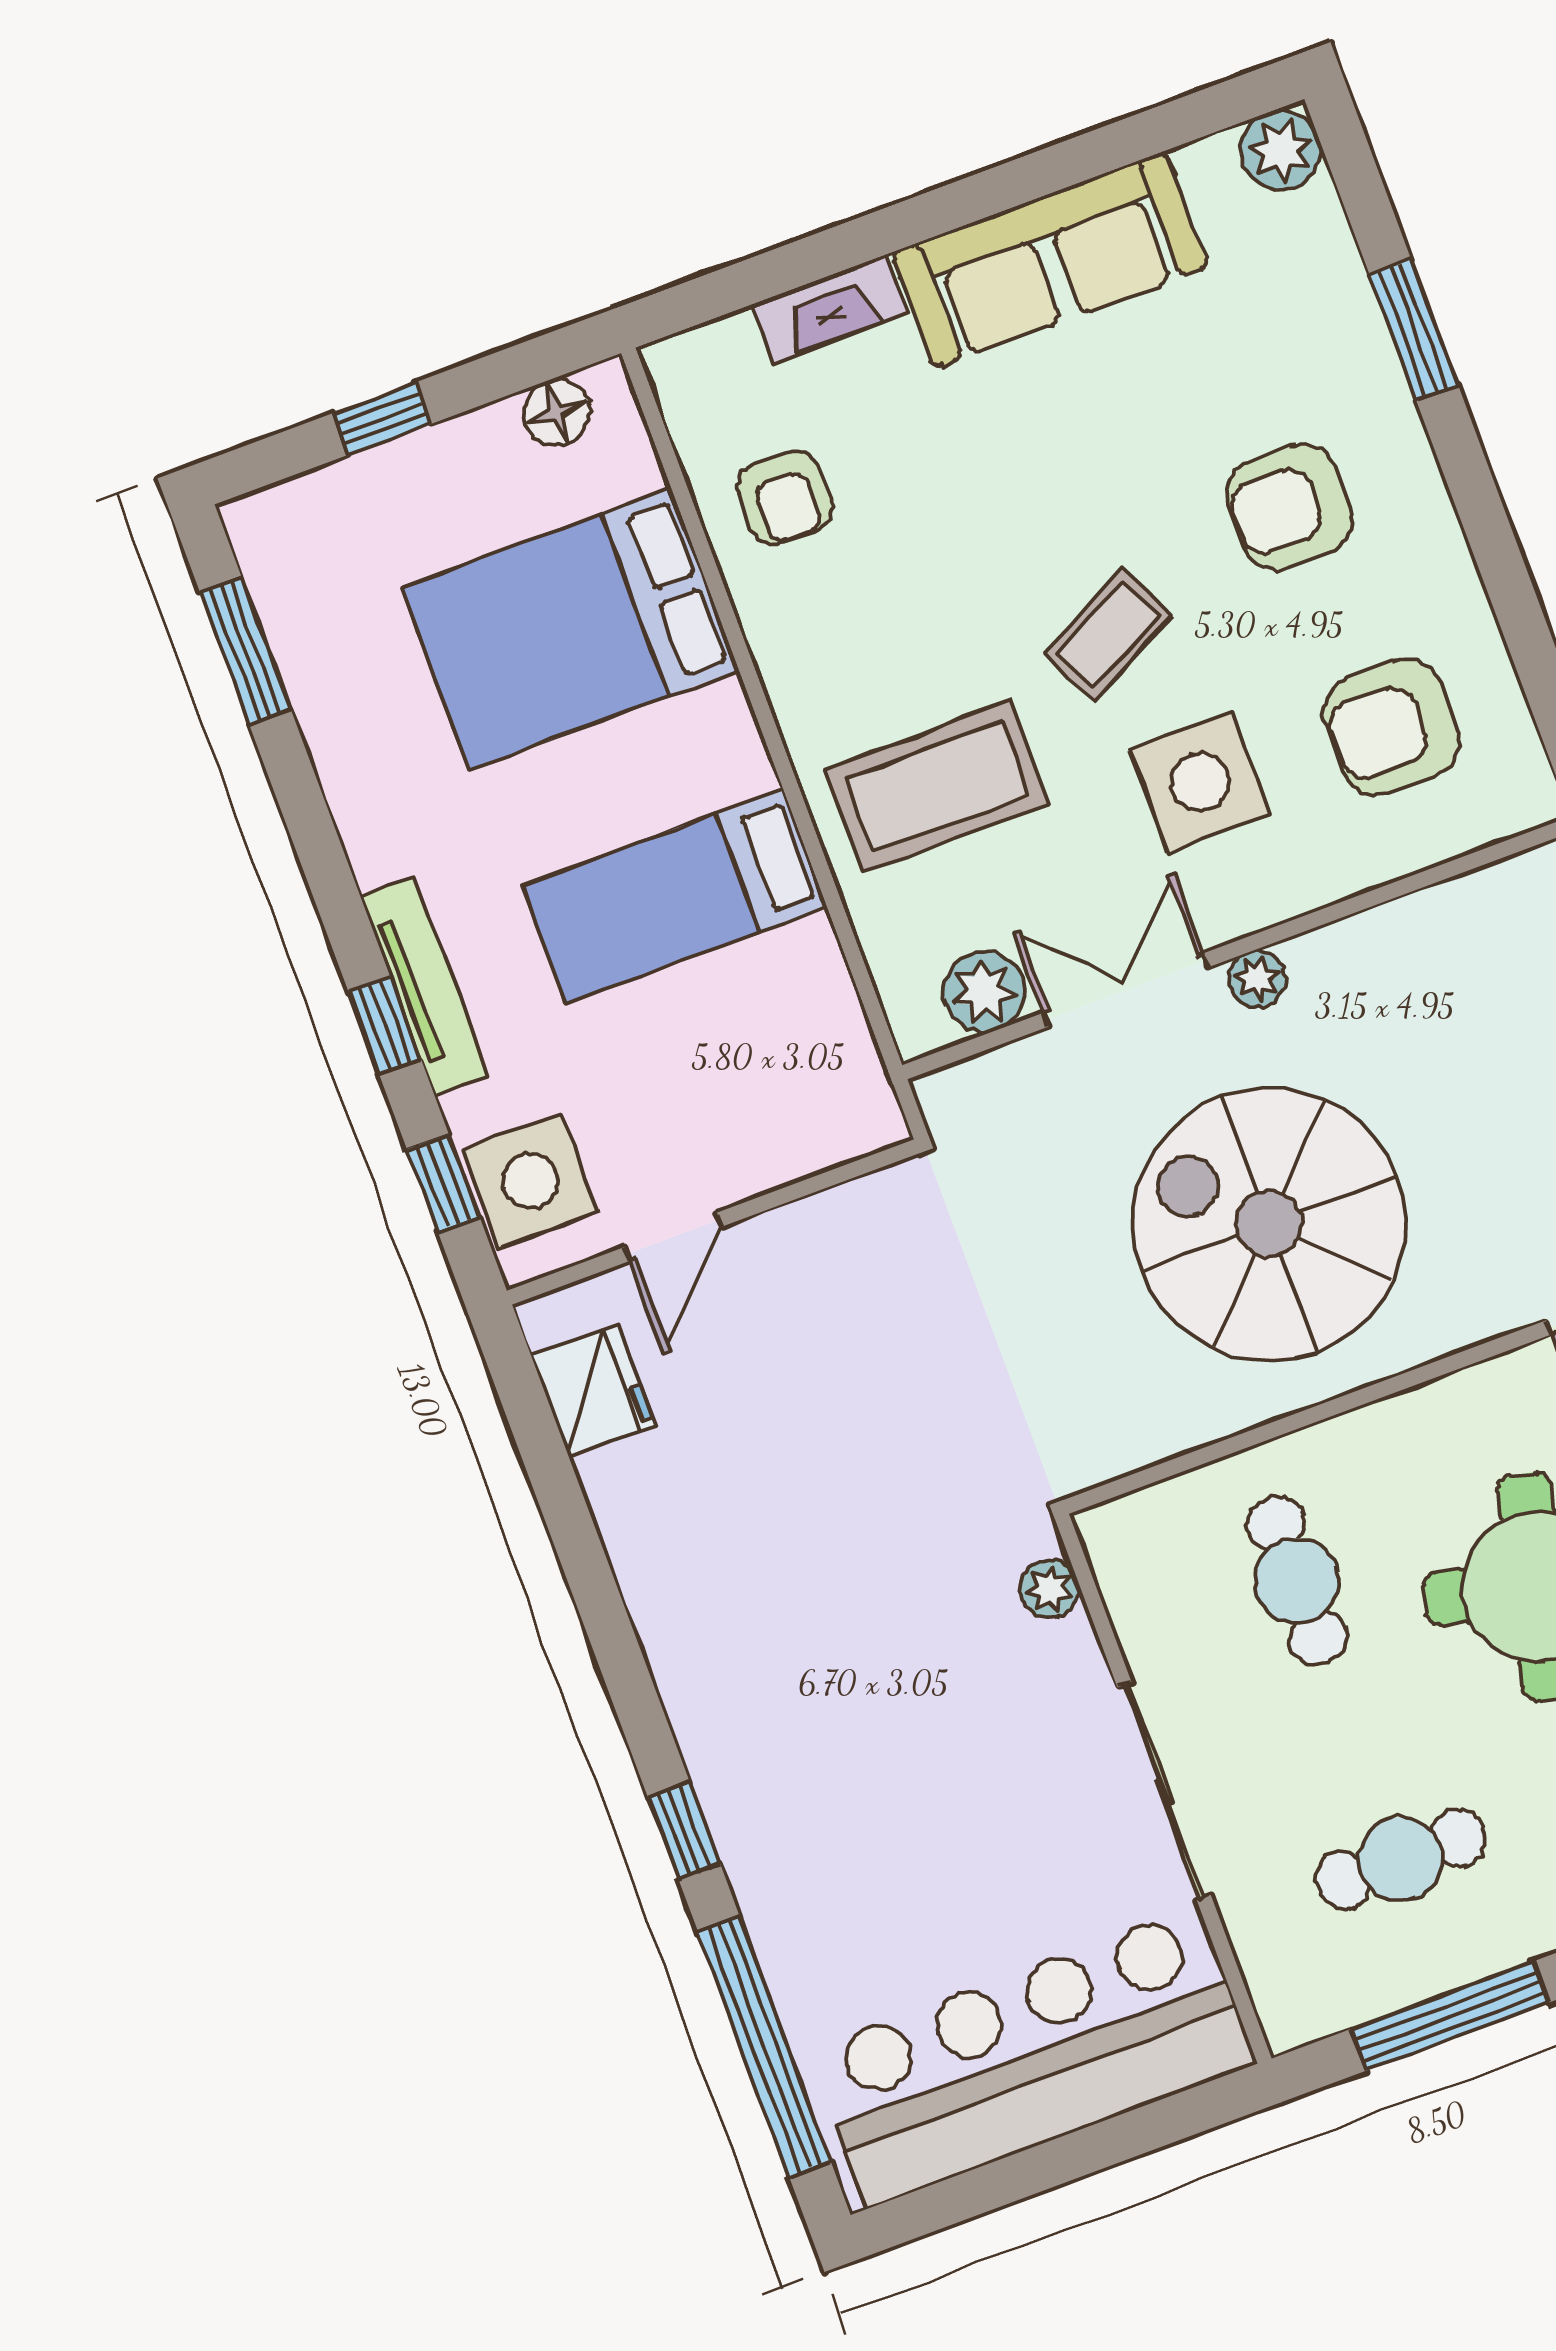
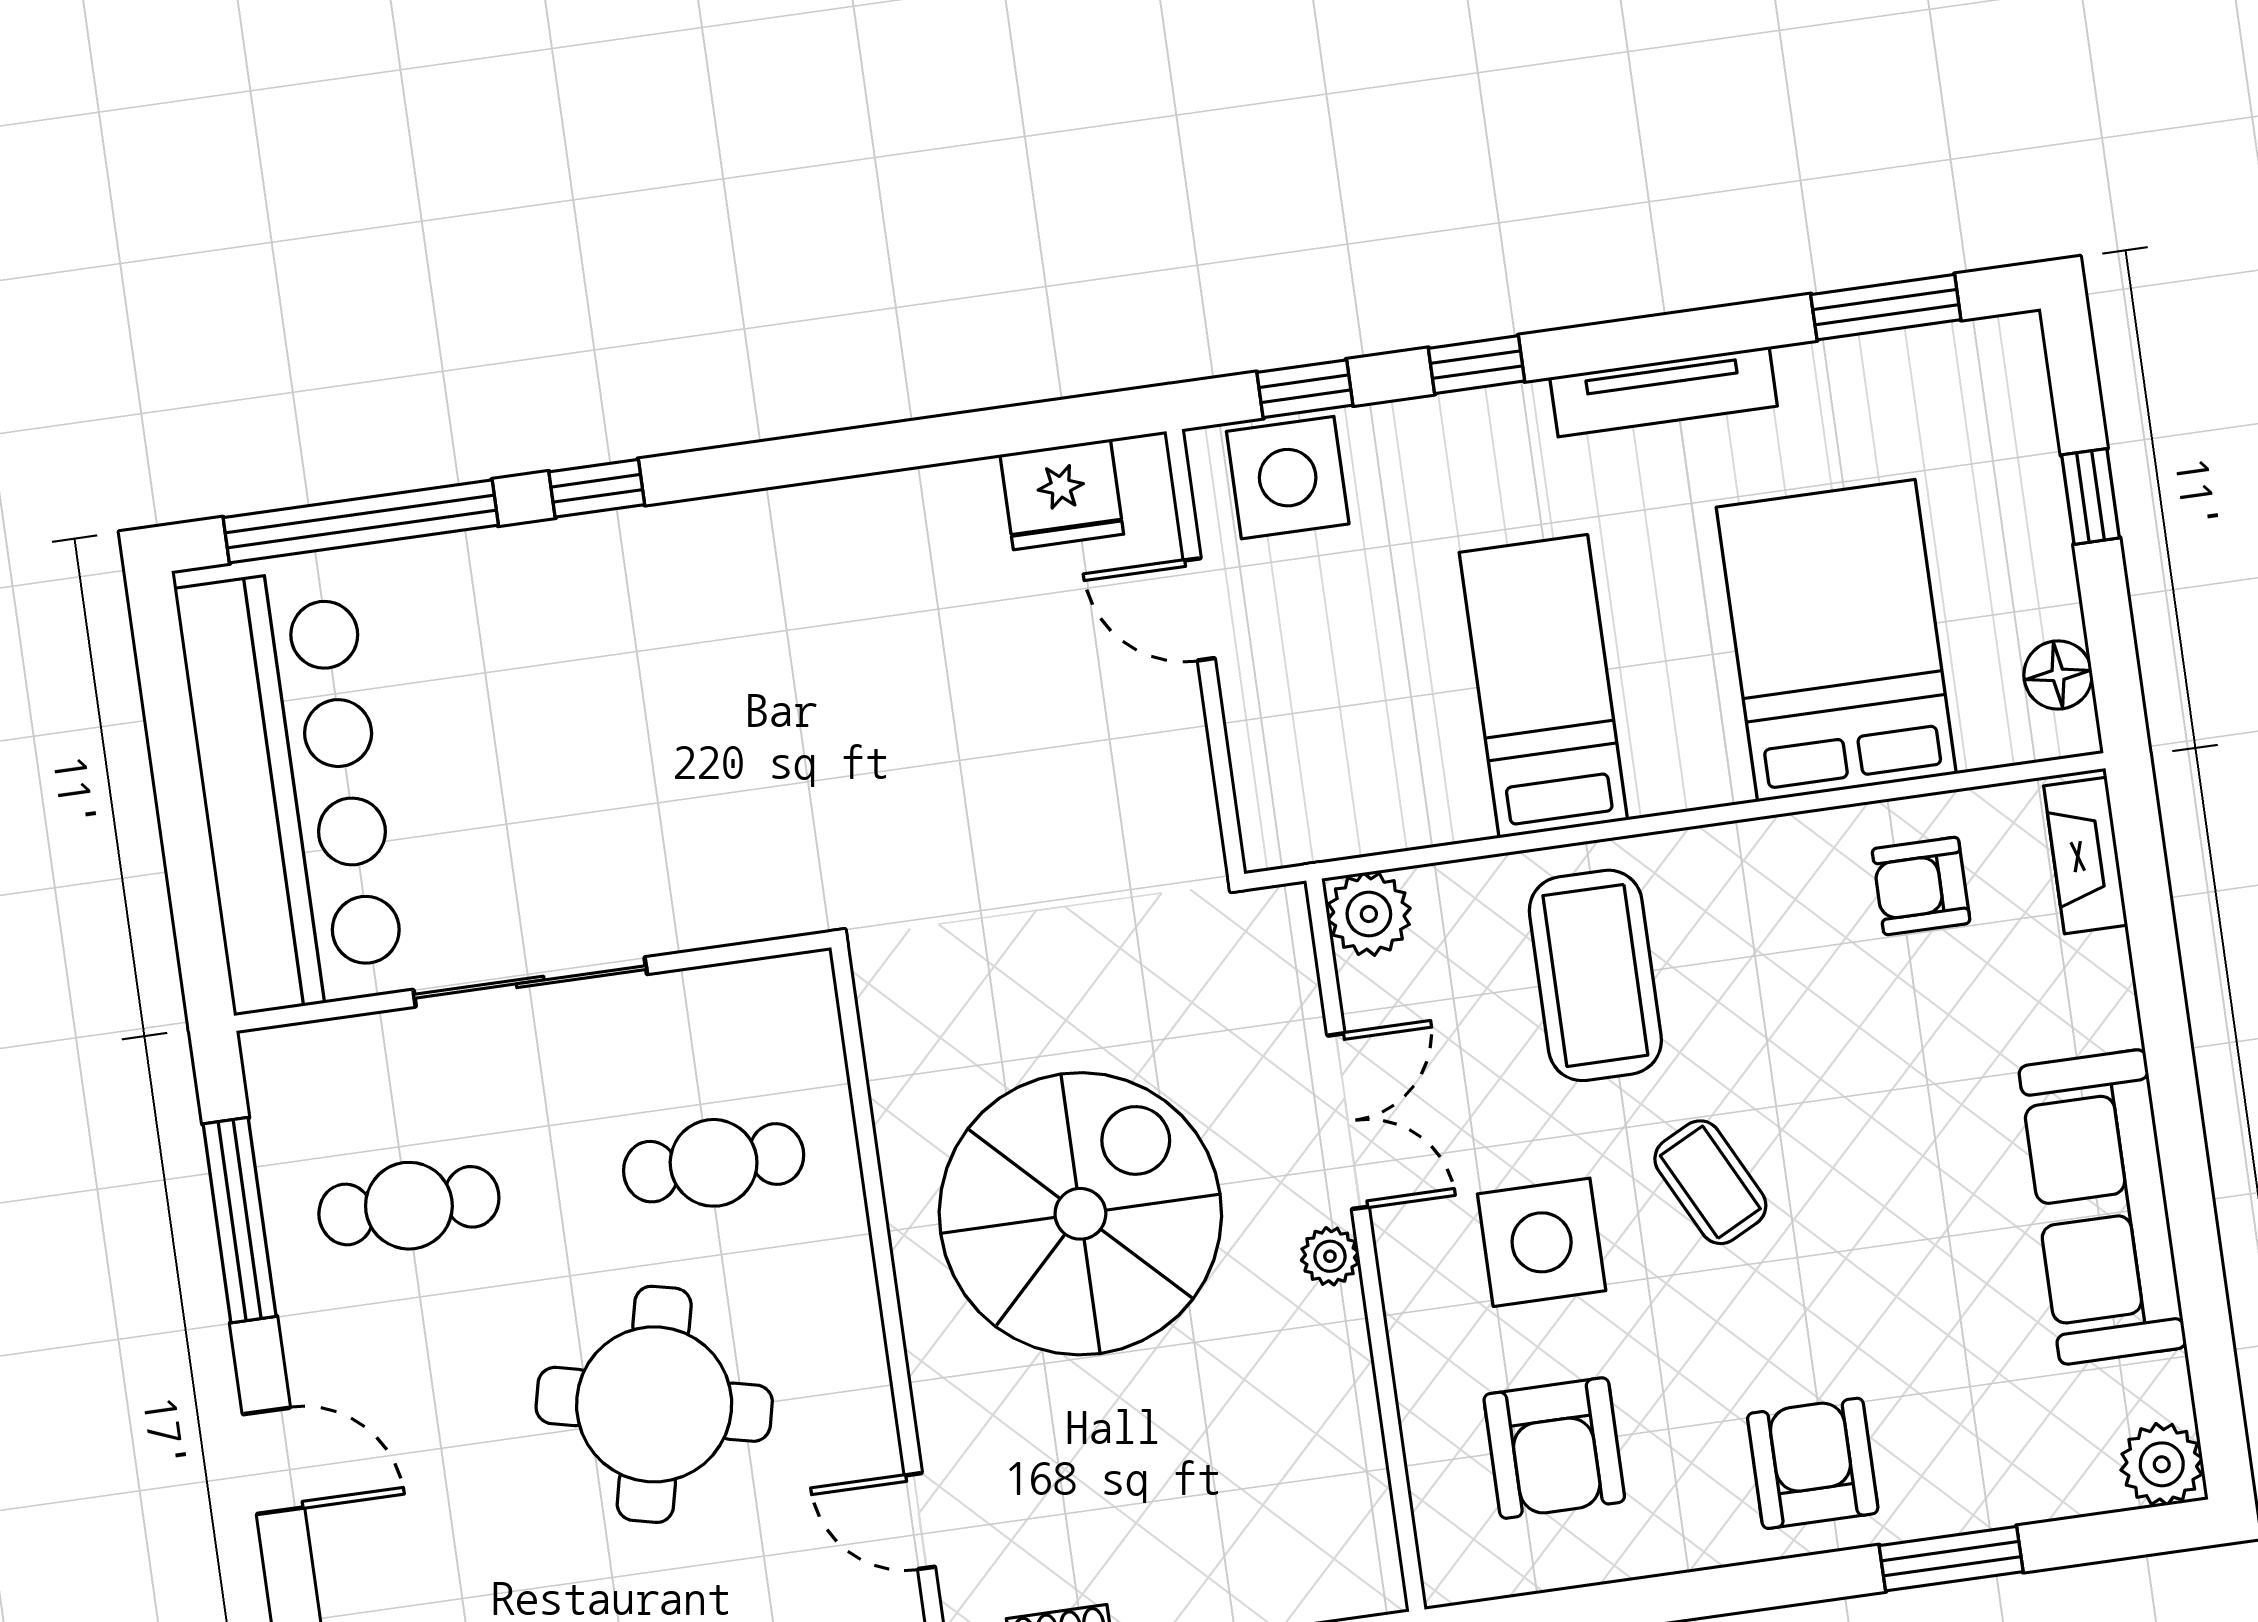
fireplace: (829, 309) -> (2086, 855), moved
armchair: (1289, 507) -> (1813, 1463), moved
armchair: (1392, 727) -> (1554, 1448), turned 180
tv unit: (425, 986) -> (1664, 392), moved
plant: (984, 992) -> (1369, 914), moved
plant: (1050, 1589) -> (760, 911), removed
cafe table: (1401, 1859) -> (409, 1206), turned 90

